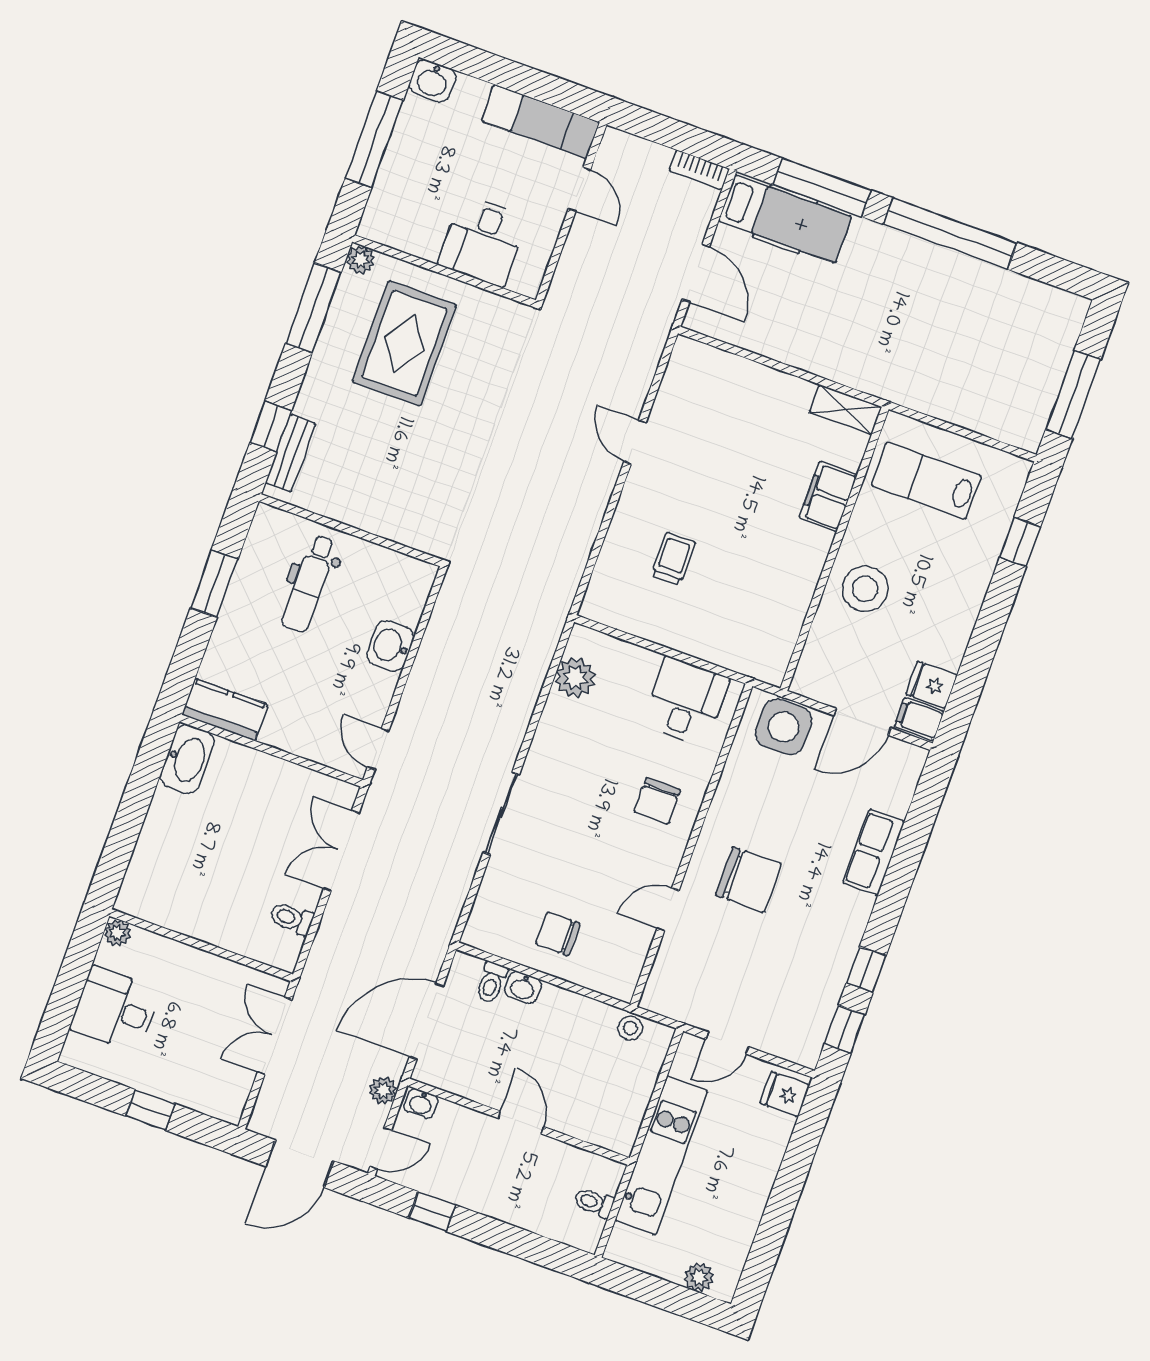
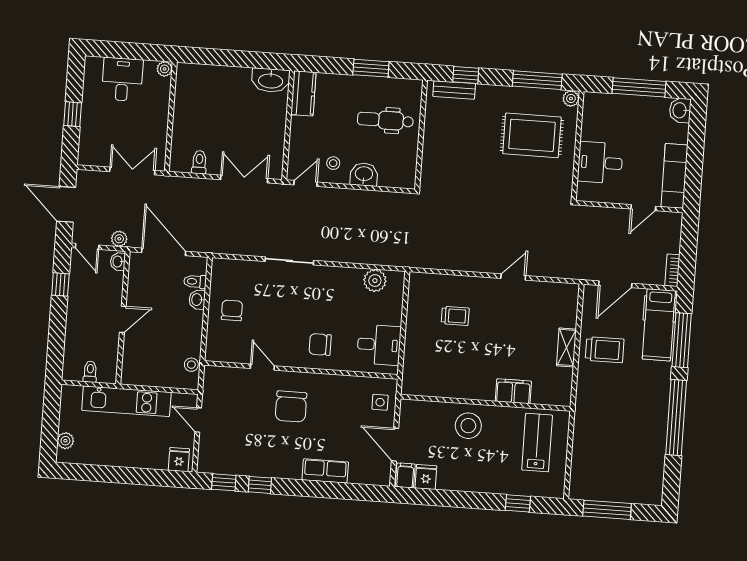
trolley: (801, 322) -> (605, 350), added
shelving: (846, 410) -> (566, 347), moved
stool: (357, 692) -> (333, 163), added
side table: (784, 727) -> (380, 402), width x0.54, depth x0.54

